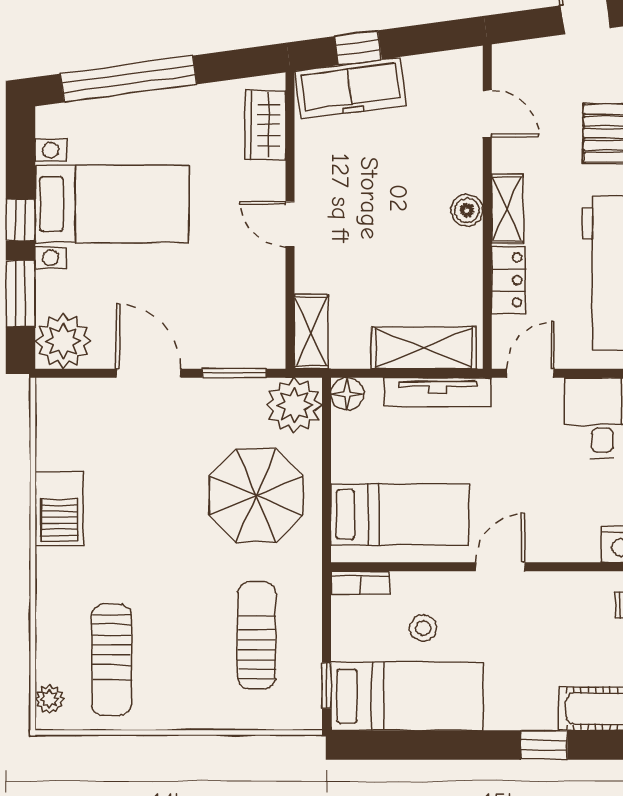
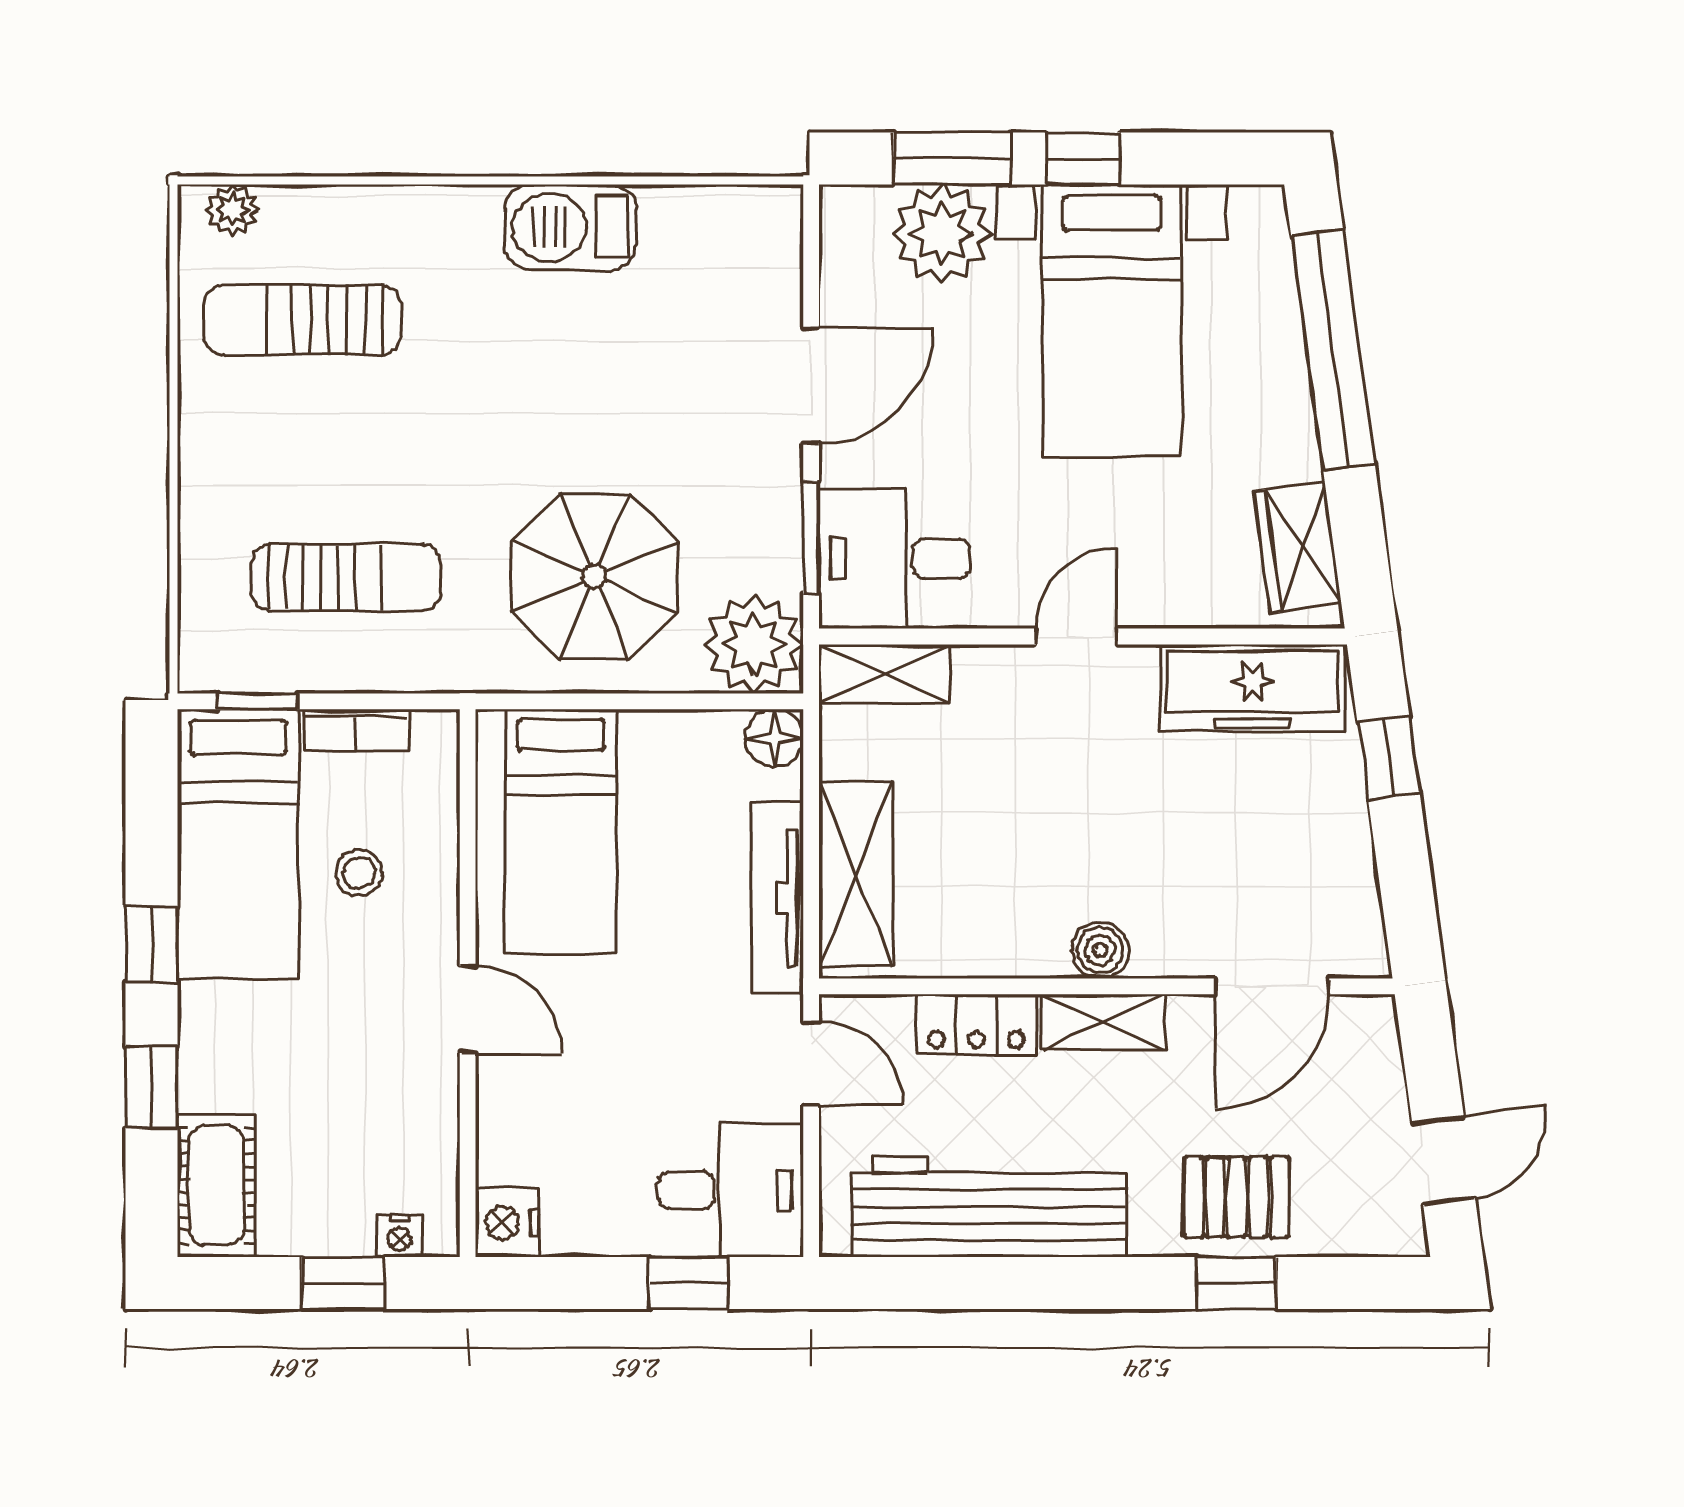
freezer: (350, 88) -> (1253, 688), moved, turned -82
door: (487, 113) -> (1272, 986), width x1.38
wardrobe: (265, 125) -> (1298, 547), moved, turned -98
desk: (246, 326) -> (894, 559), added
plant: (63, 341) -> (942, 234), moved
bookcase: (360, 583) -> (356, 730), moved, turned -90
window: (463, 745) -> (152, 944), added

